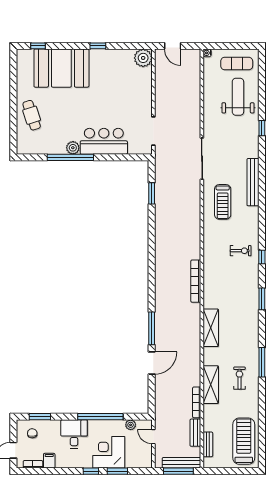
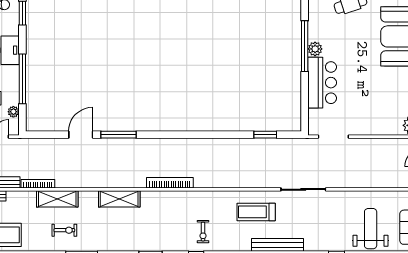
weight bench: (238, 97) -> (371, 229), turned -90
door: (152, 363) -> (81, 135), swing flipped

